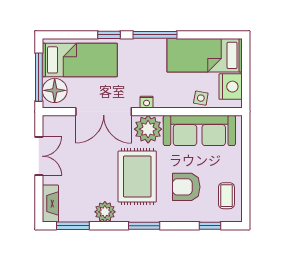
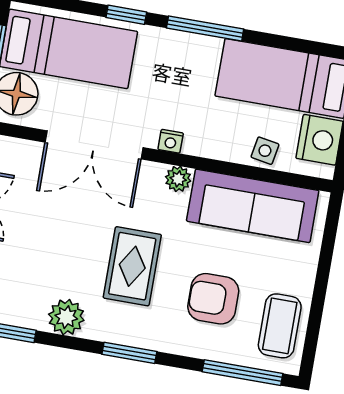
plant: (148, 129) -> (178, 179), width x0.53, depth x0.53
rug: (137, 177) -> (132, 266), width x0.73, depth x0.70
coffee table: (226, 196) -> (280, 326), width x1.36, depth x1.30
window: (210, 226) -> (242, 373), width x2.17

